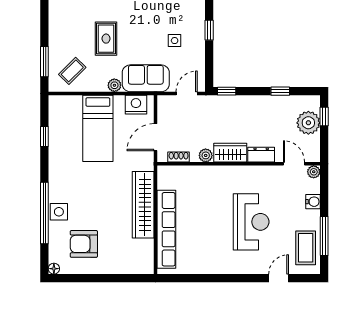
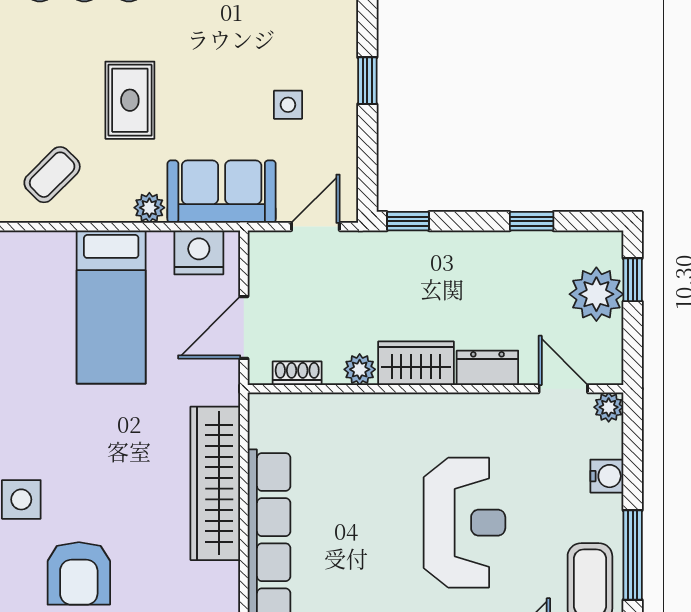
armchair: (84, 244) -> (79, 573), turned -90

